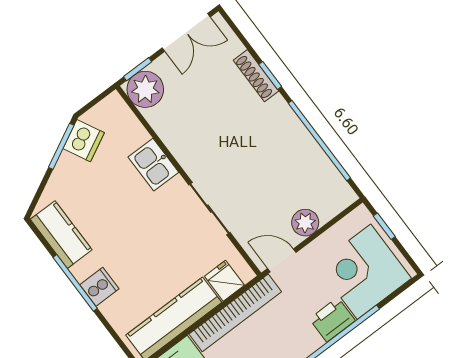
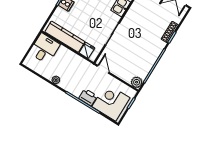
plant: (305, 223) -> (137, 82), moved
bookcase: (235, 313) -> (76, 59), removed

